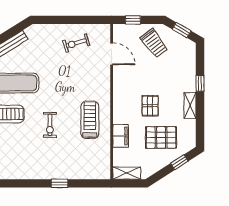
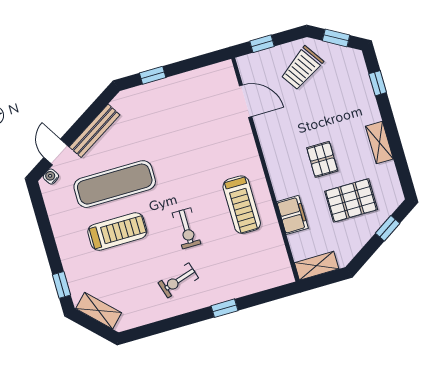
window: (57, 20) -> (153, 75), added
exercise bike: (76, 43) -> (178, 280), moved
trolley: (154, 43) -> (302, 68), turned 93
window: (200, 83) -> (378, 83), moved
treadmill: (90, 120) -> (242, 205), turned 180

